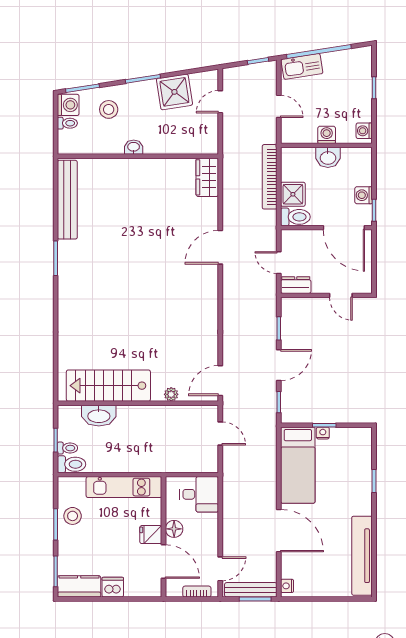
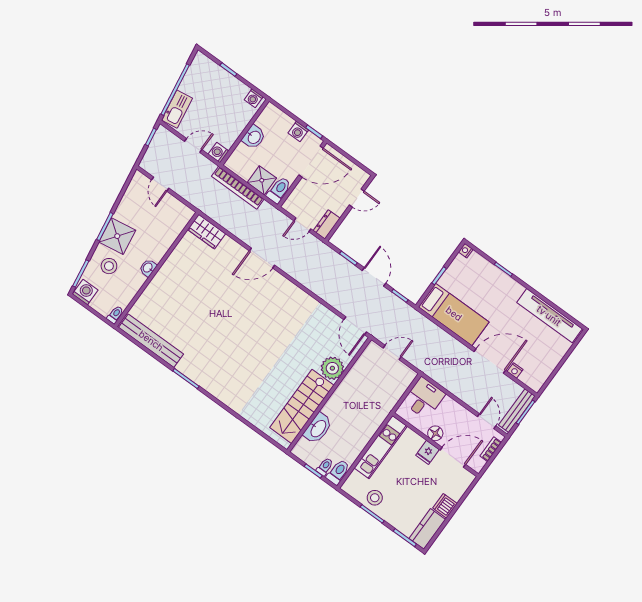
shower: (174, 92) -> (117, 236), moved
toilet: (67, 123) -> (115, 315), moved
washing machine: (327, 135) -> (218, 153), moved
door: (220, 247) -> (262, 258), hinge flipped
plant: (171, 394) -> (332, 368), width x1.88, depth x1.88
nightstand: (323, 433) -> (466, 251), moved
nightstand: (287, 586) -> (515, 371), moved

